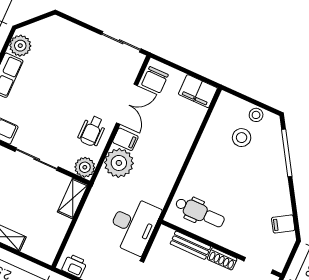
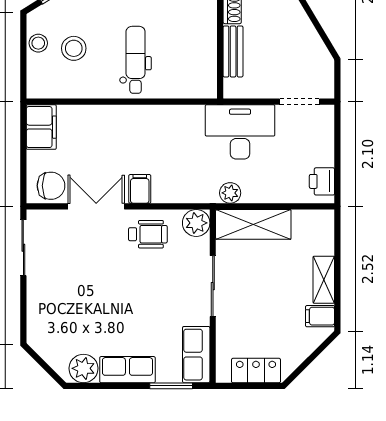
plant: (119, 163) -> (230, 193), moved, width x0.53, depth x0.53
shelving: (73, 198) -> (253, 224), width x1.50, depth x1.33
dental chair: (200, 212) -> (136, 60), moved

